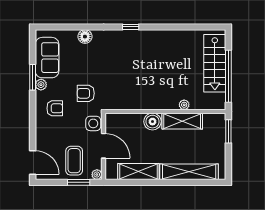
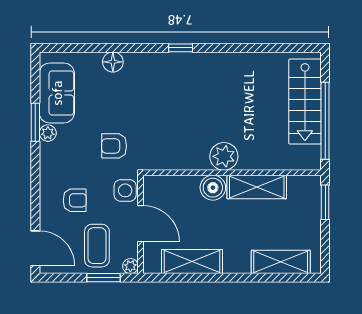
plant: (184, 105) -> (224, 156), moved, width x1.88, depth x1.88
armchair: (55, 108) -> (75, 200), moved
shelving: (189, 172) -> (281, 262), width x0.68

